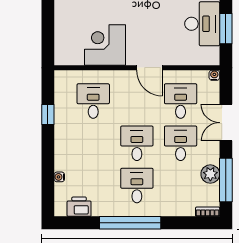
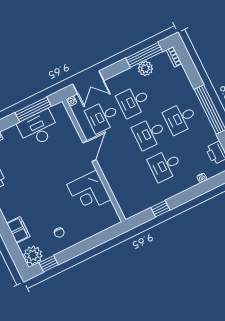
window: (226, 29) -> (33, 109), width x1.44
desk: (93, 101) -> (165, 165), moved
double door: (226, 123) -> (88, 82), moved

